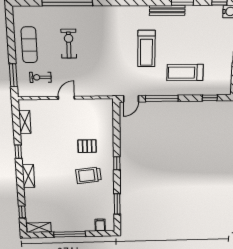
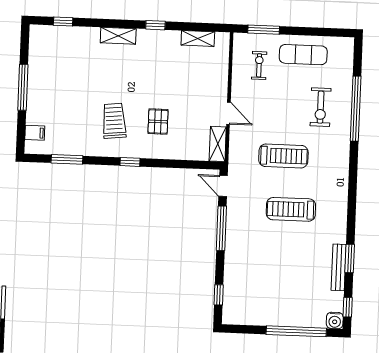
bench: (167, 10) -> (339, 267), moved
exercise bike: (69, 44) -> (321, 107), moved, turned 90
treadmill: (185, 73) -> (283, 156), moved, turned 90
door: (66, 98) -> (228, 113), moved
shelving: (39, 228) -> (218, 144), moved

